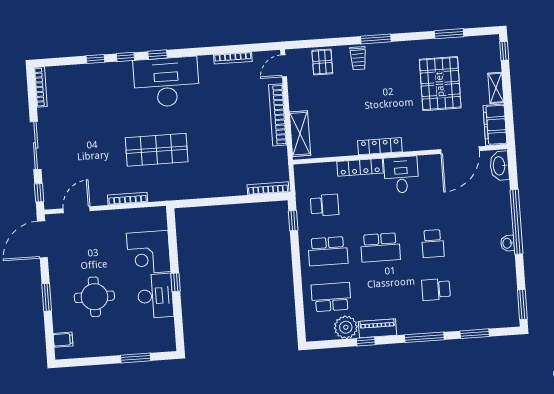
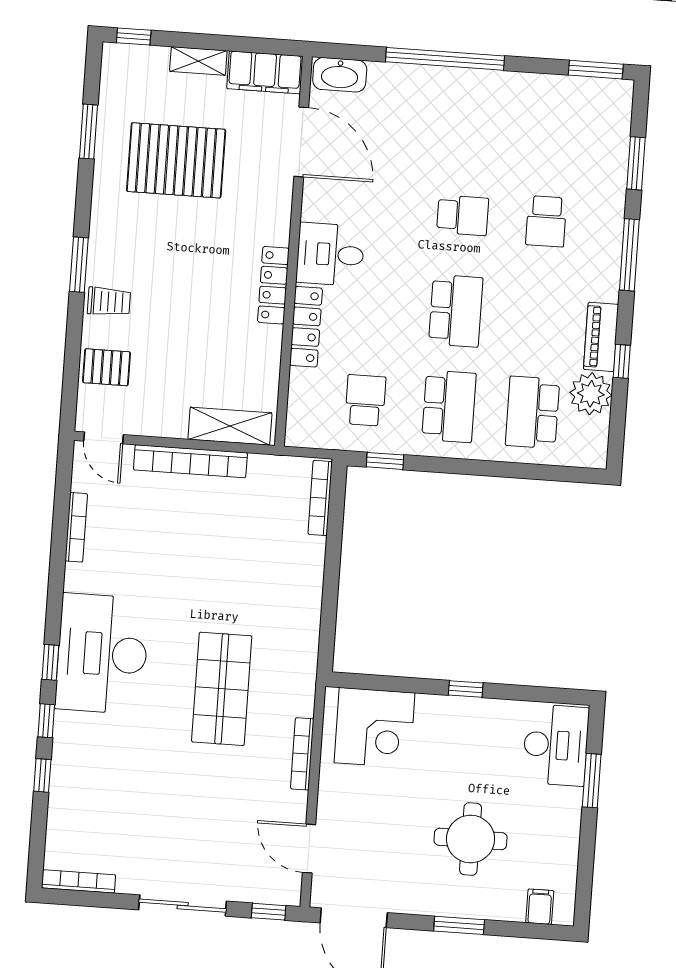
washbasin: (507, 243) -> (481, 81), removed
corner desk: (149, 252) -> (375, 728), moved
desk: (155, 296) -> (556, 745), moved, turned 90

